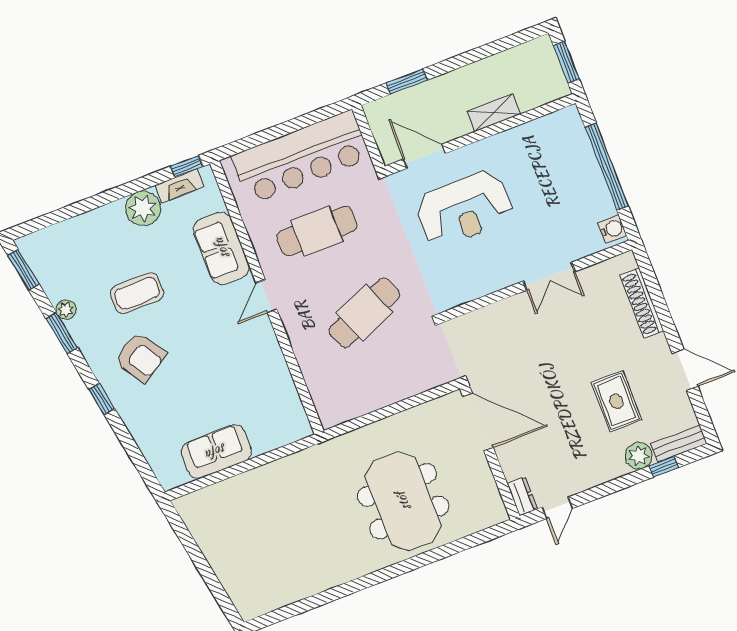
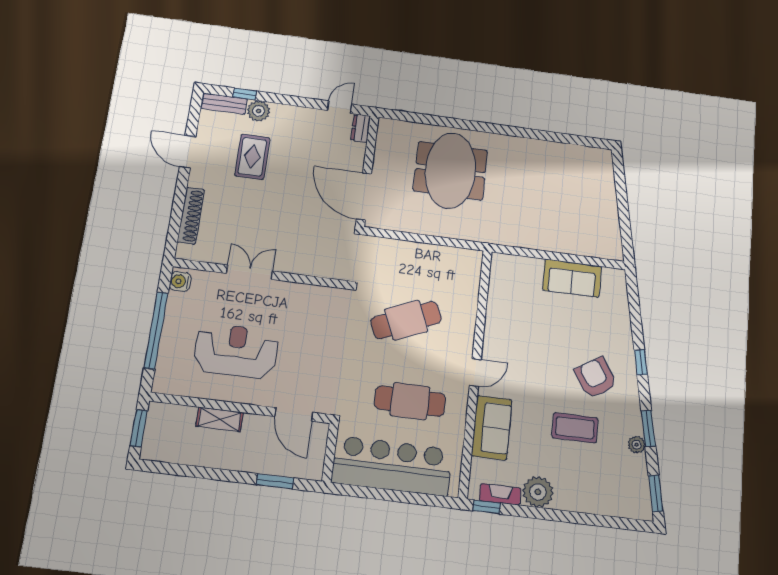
reception desk: (464, 209) -> (236, 351), moved

